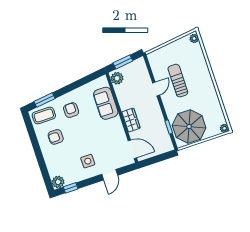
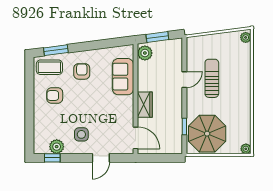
plant: (58, 182) -> (57, 147), moved

